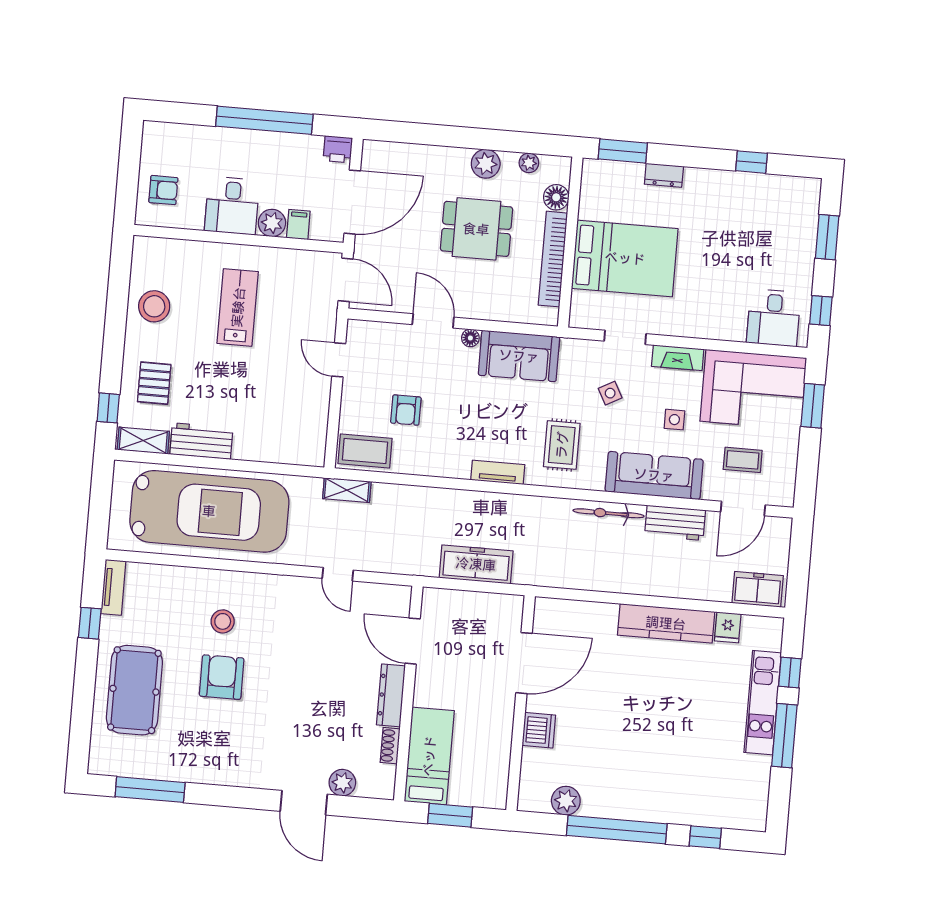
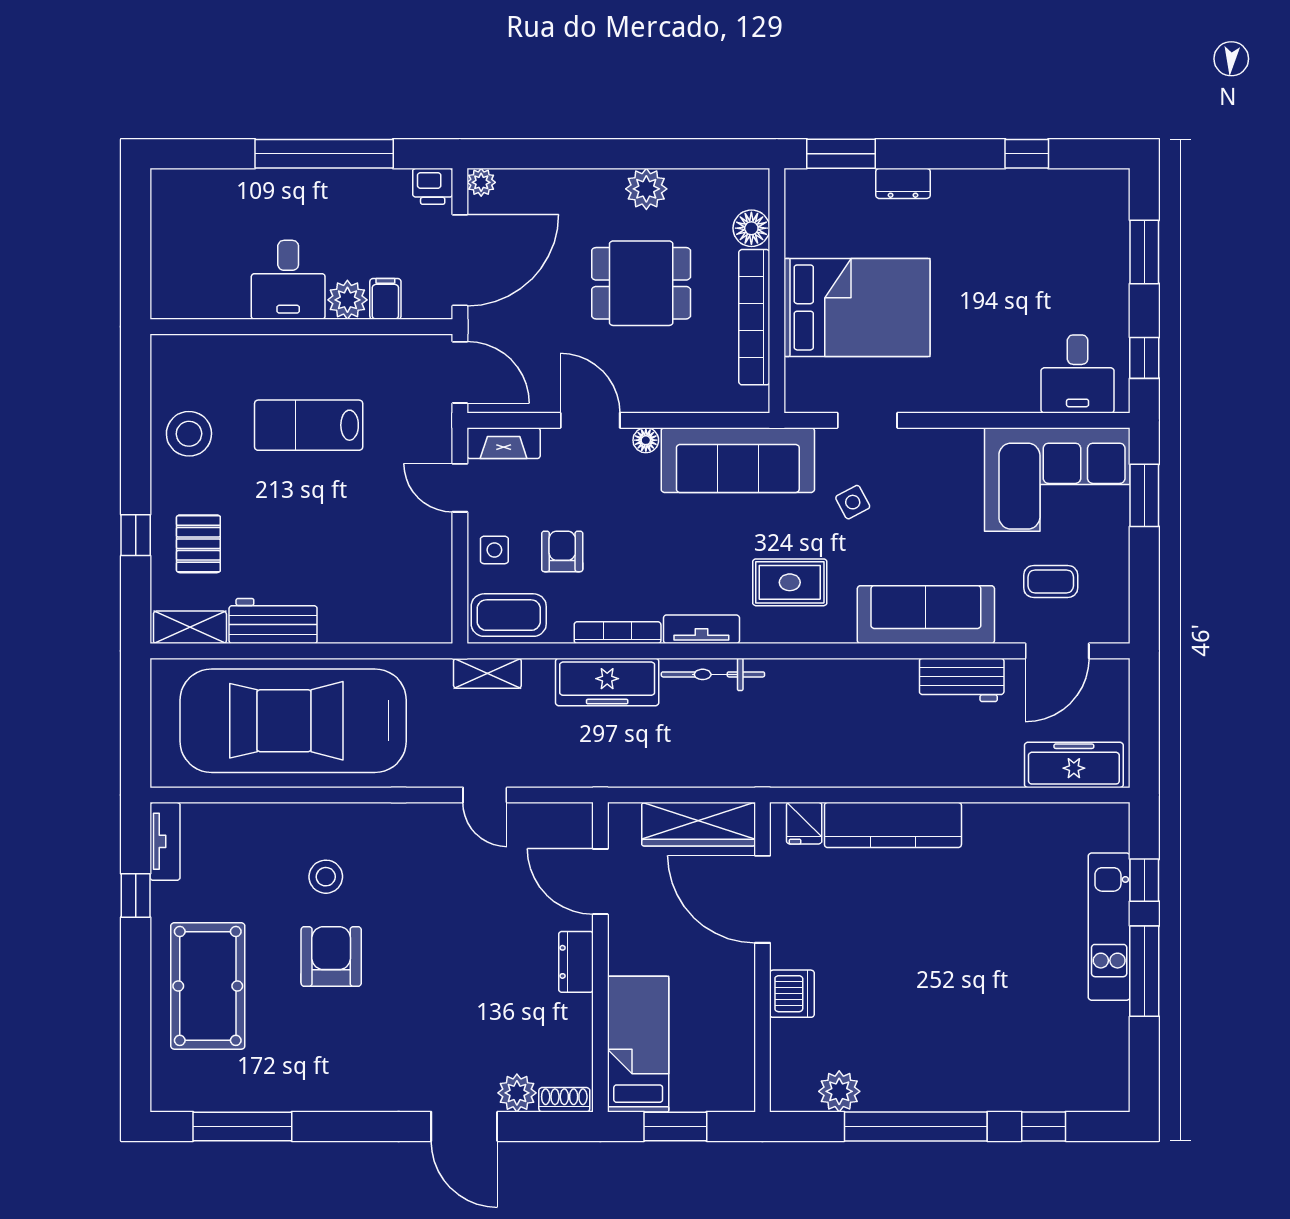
plant: (529, 163) -> (481, 182), moved
armchair: (163, 190) -> (188, 266), removed
lab bench: (238, 307) -> (309, 425), turned -90
sofa: (519, 356) -> (738, 460), width x1.36
fireplace: (678, 358) -> (504, 443), moved
window: (108, 408) -> (136, 535), moved
armchair: (406, 410) -> (562, 551), turned 180
side table: (674, 420) -> (494, 550), moved
rug: (562, 445) -> (790, 582), turned 90
bookcase: (439, 470) -> (618, 633), added
car: (209, 511) -> (293, 721), turned 180
bicycle: (609, 513) -> (713, 674), moved
freezer: (476, 564) -> (607, 682), moved, turned 180
freezer: (758, 589) -> (1074, 765), width x1.40
wardrobe: (484, 607) -> (699, 824), added
kitchen counter: (666, 623) -> (893, 825), moved
fridge: (728, 627) -> (804, 823), moved
door: (524, 663) -> (762, 899), swing flipped
dresser: (391, 695) -> (576, 962), width x0.70
shoe rack: (390, 746) -> (564, 1100), moved, turned 90

